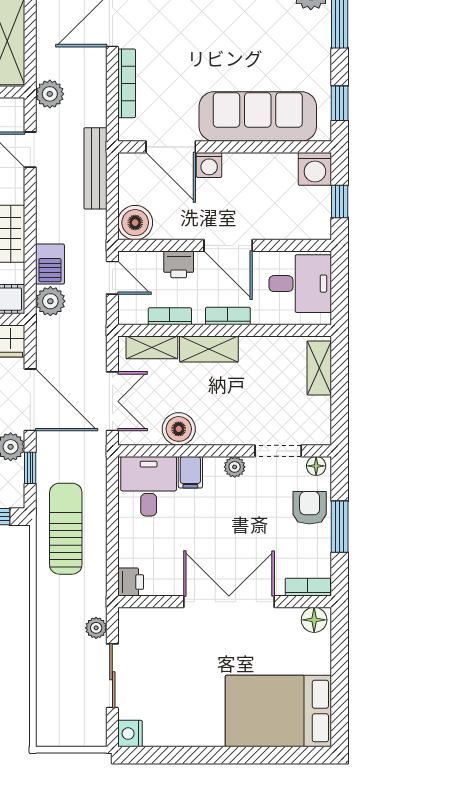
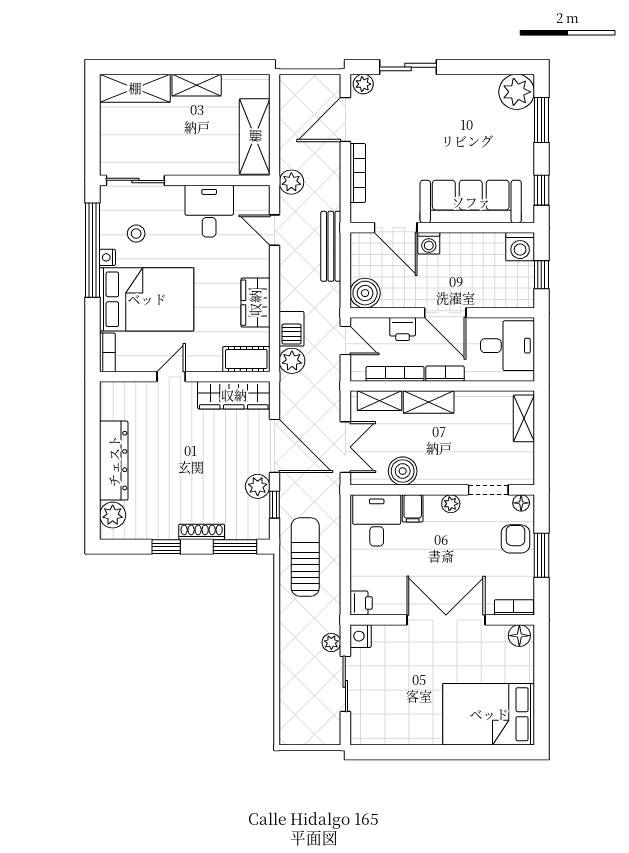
bookcase: (170, 316) -> (395, 374), width x1.56
nightstand: (130, 734) -> (361, 636), moved

